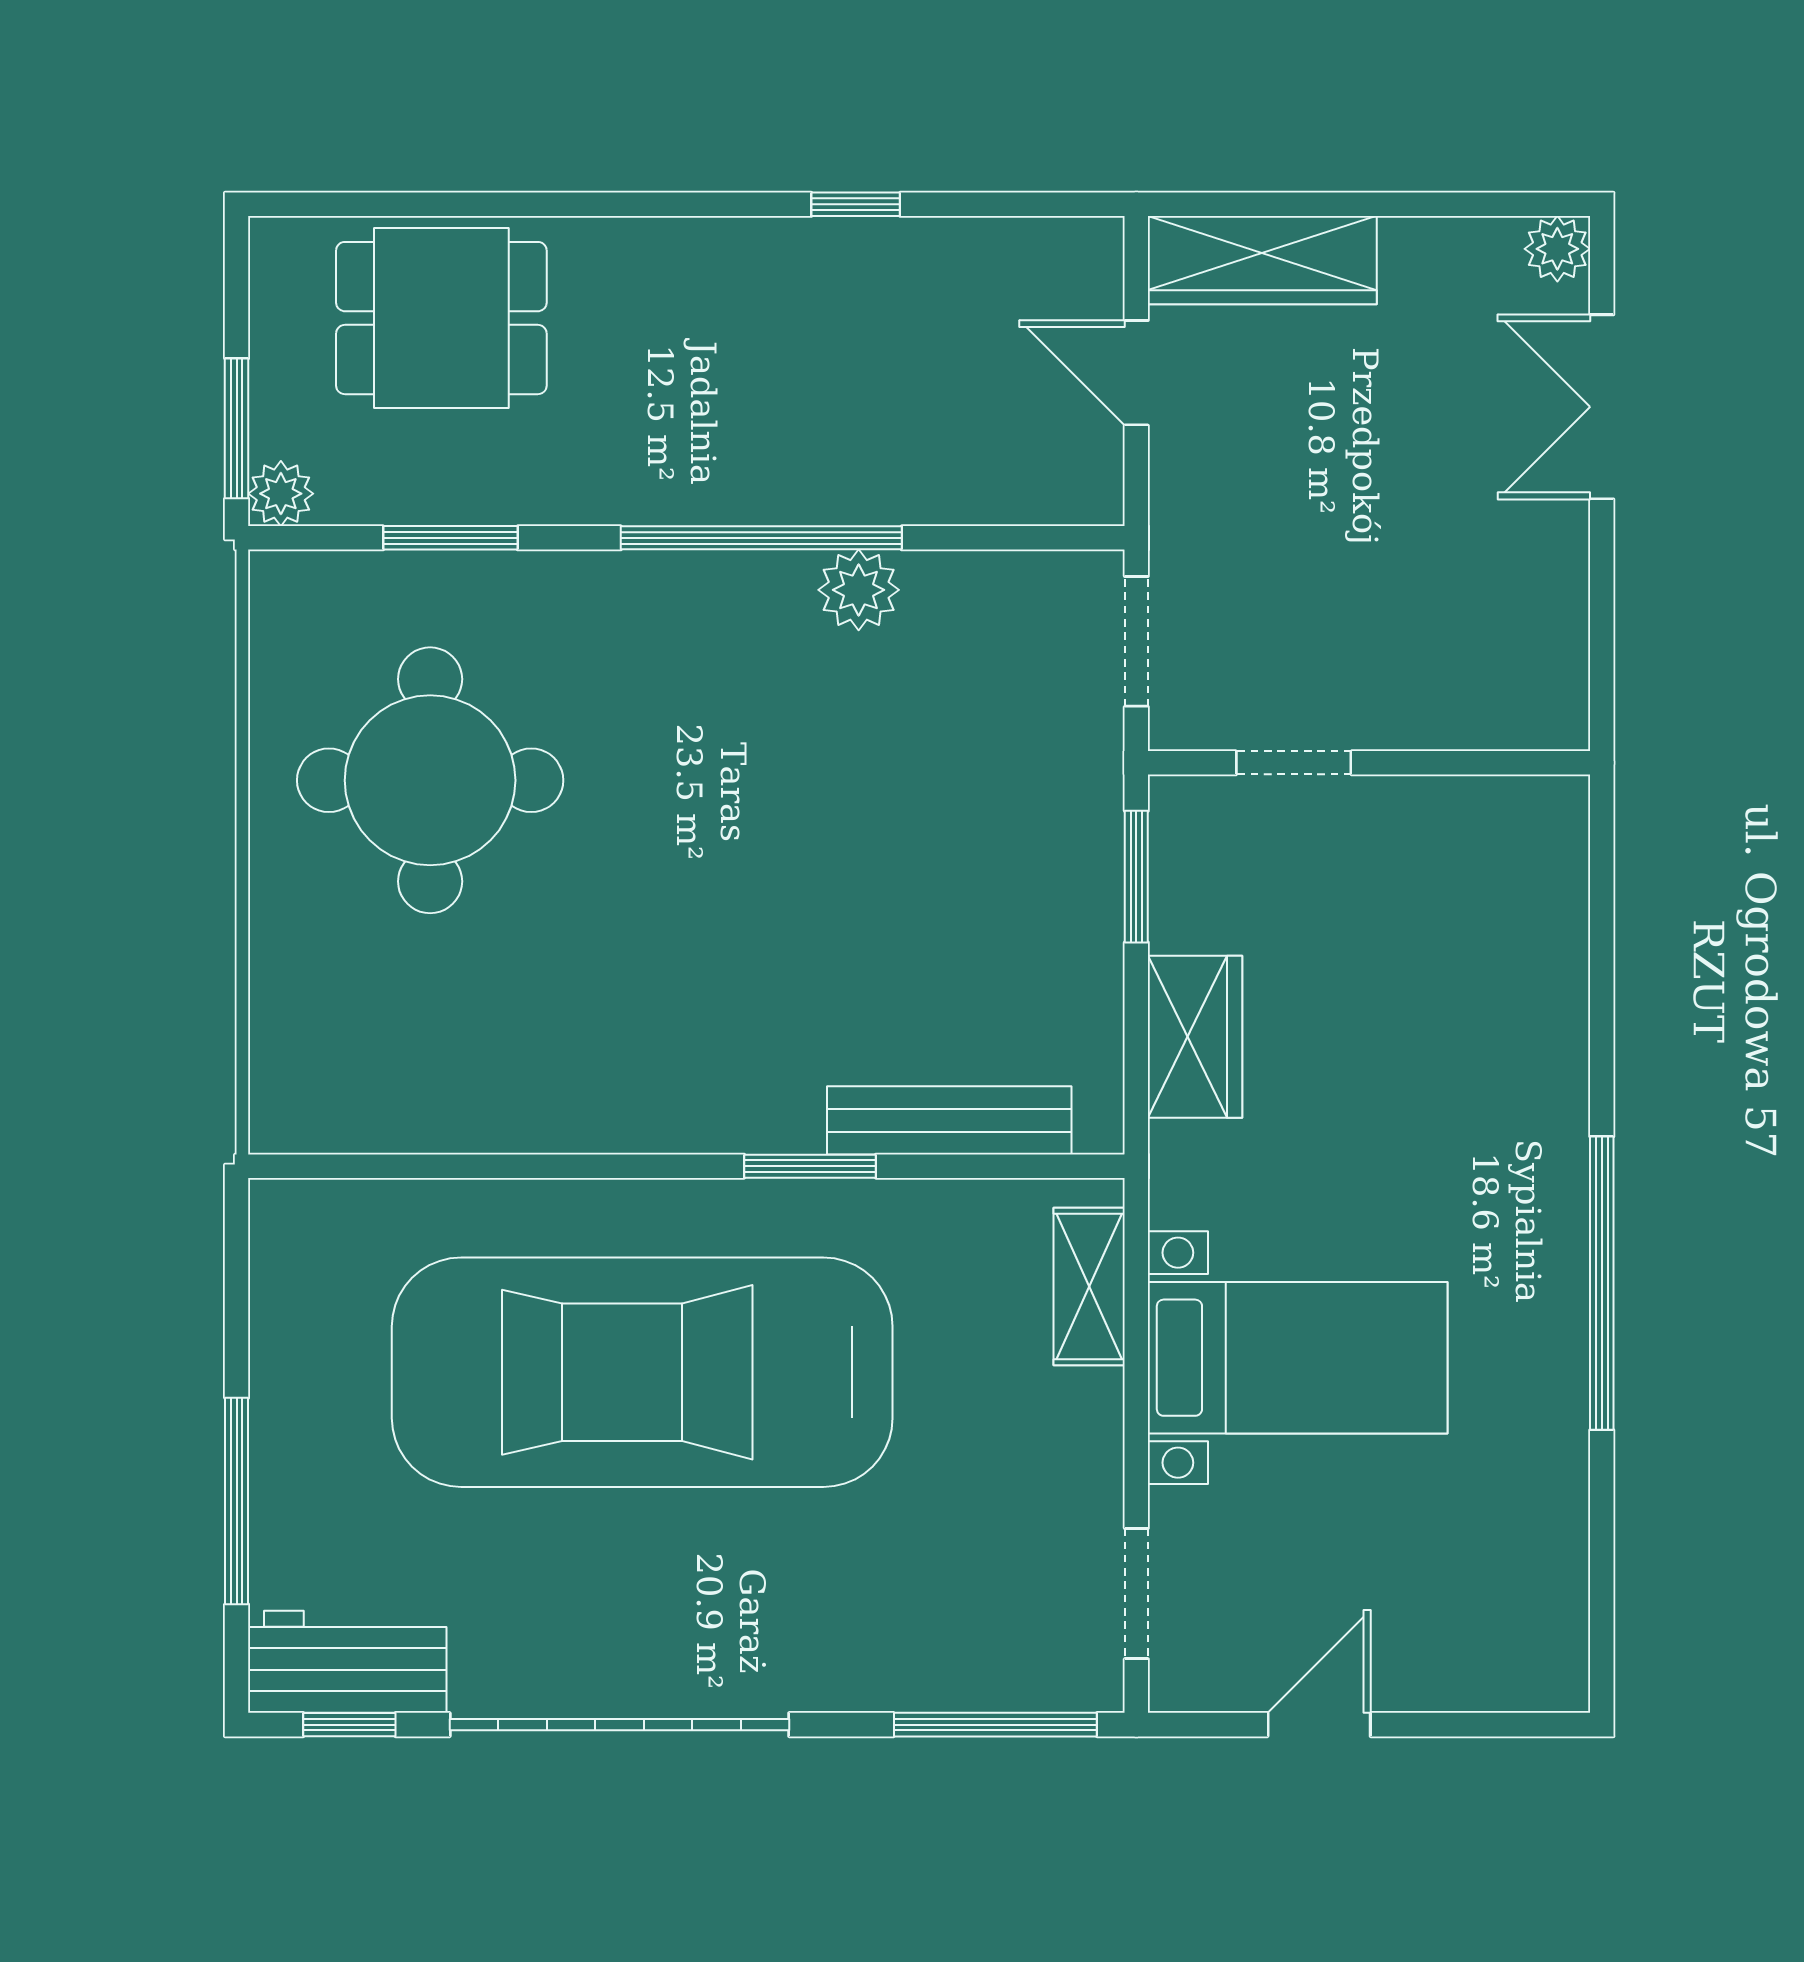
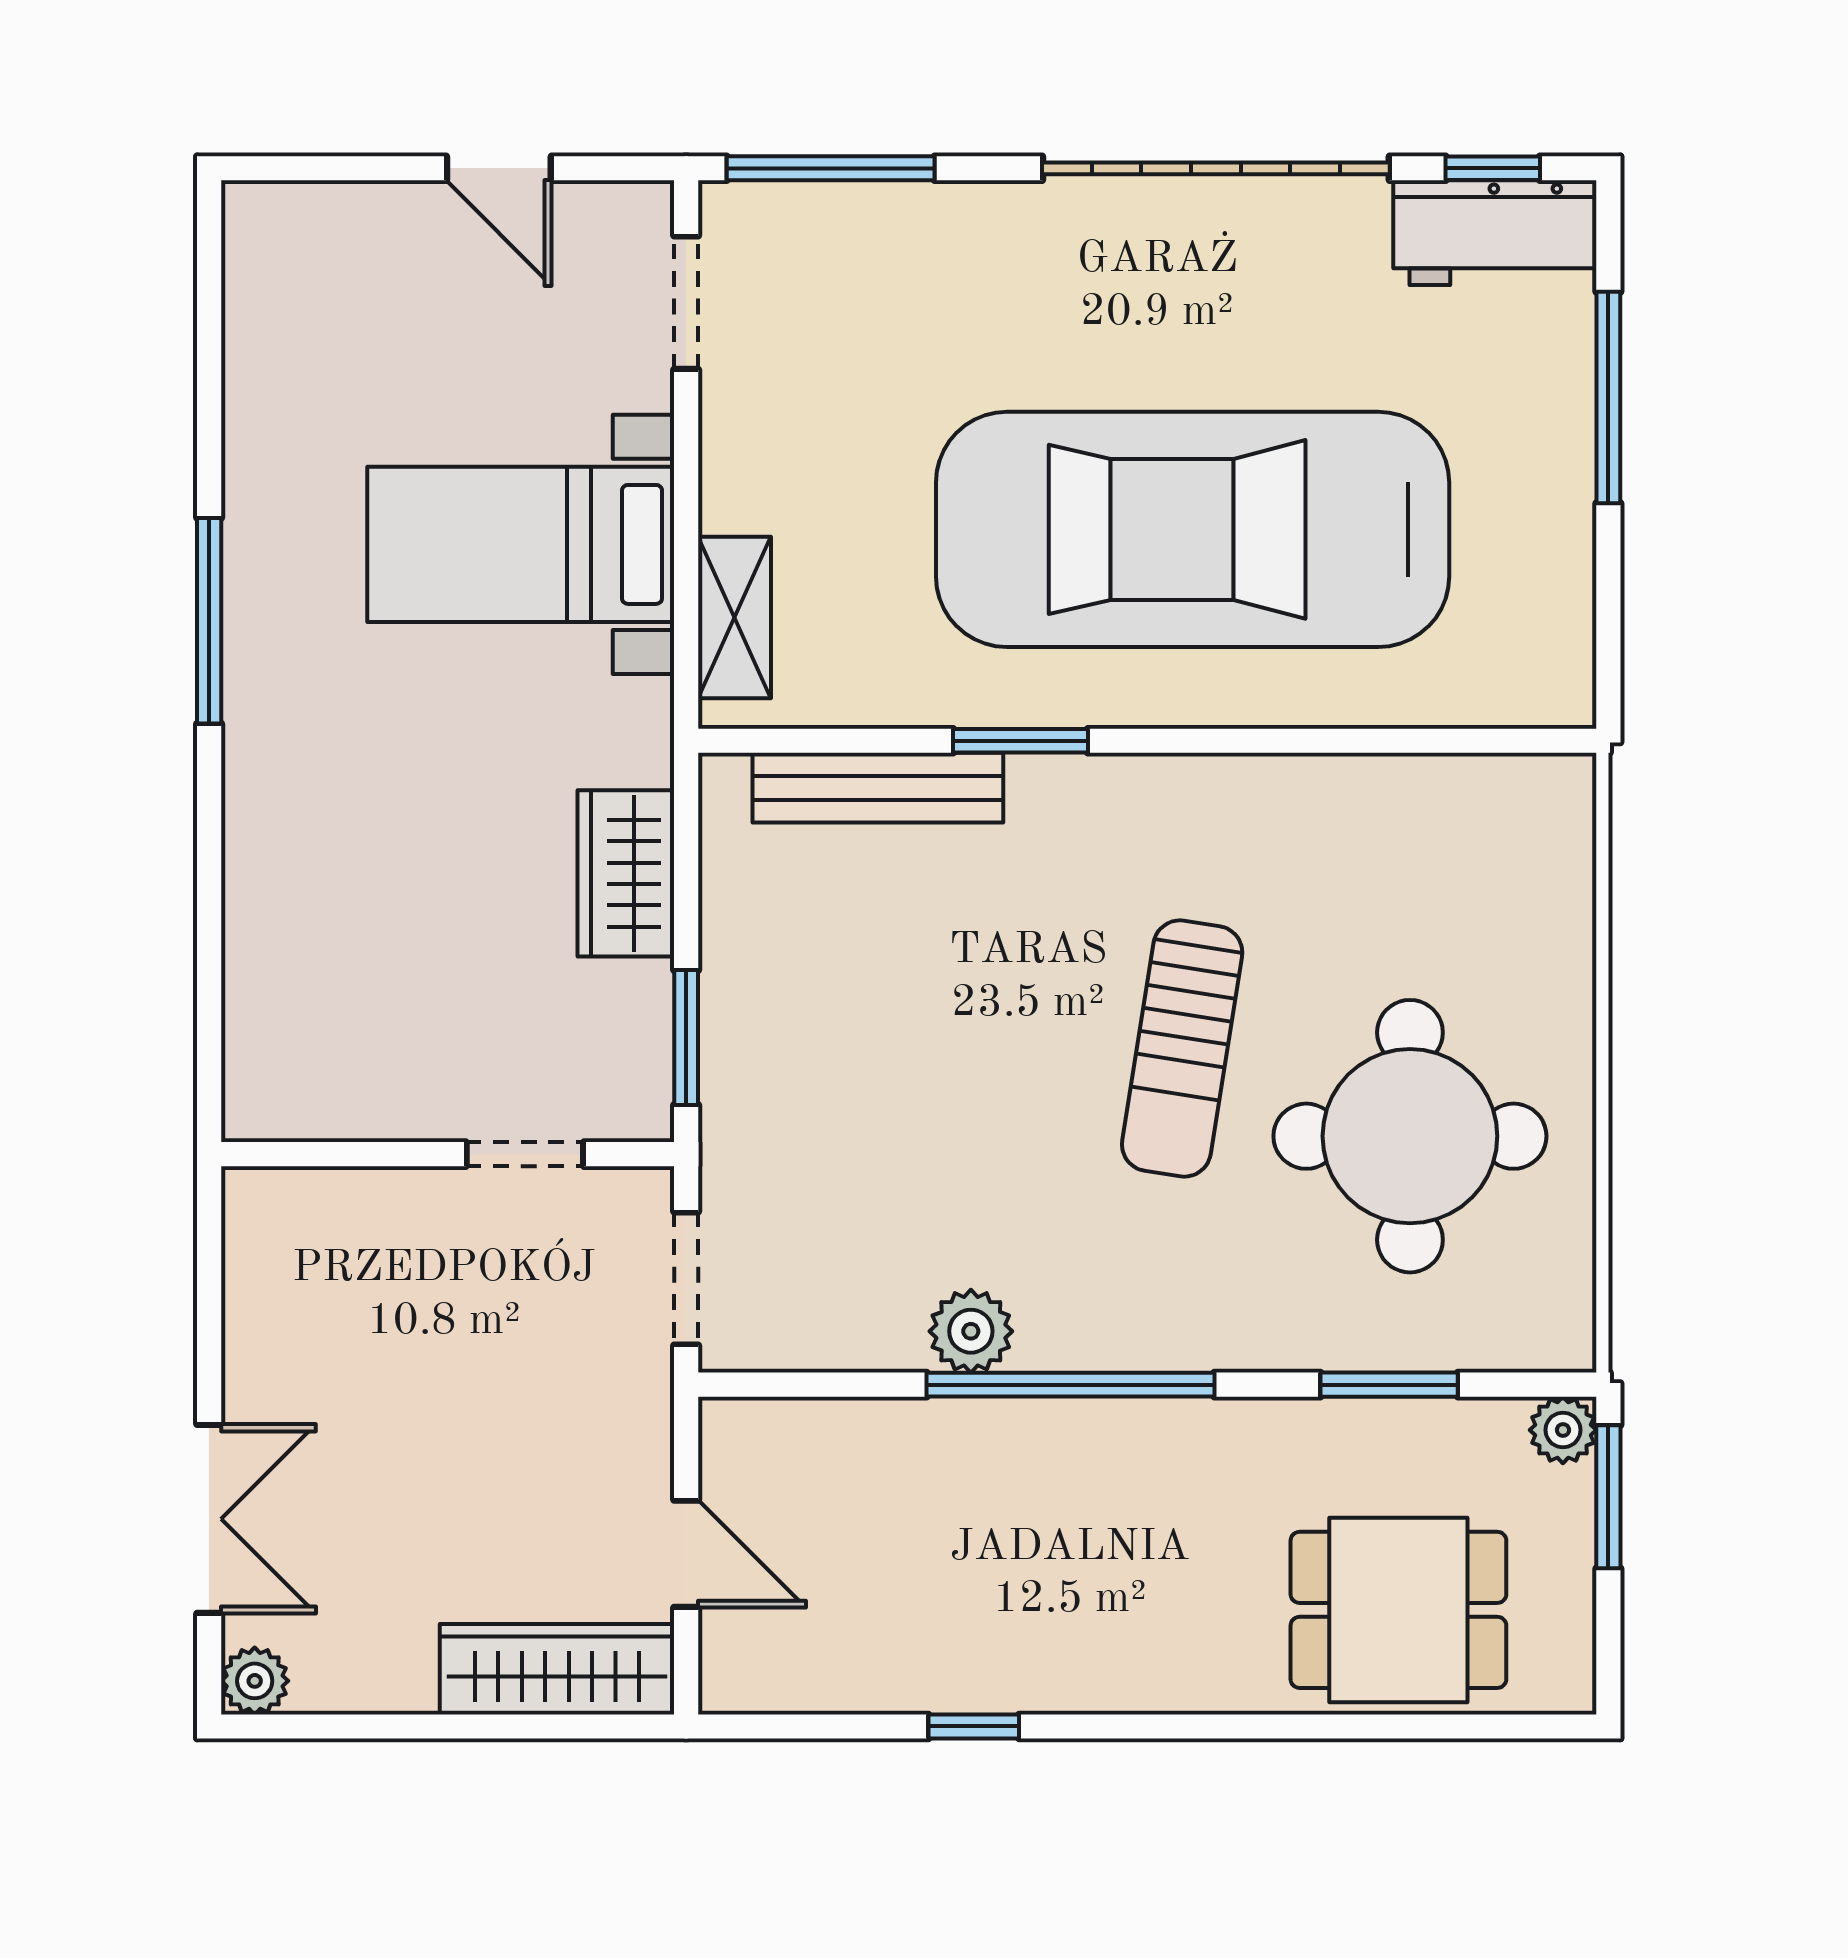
sun lounger: (652, 866) -> (1182, 1048), added
window: (1602, 1283) -> (209, 621), width x0.68
car: (642, 1372) -> (1193, 529), turned 180
door: (1319, 1725) -> (499, 168), hinge flipped

